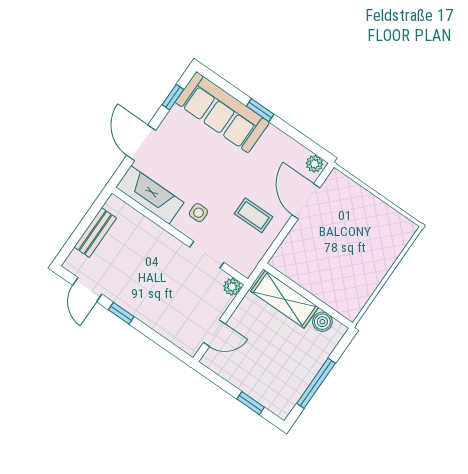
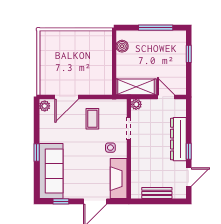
shelving: (285, 299) -> (136, 87), moved, turned 90
dresser: (147, 311) -> (178, 139), added

